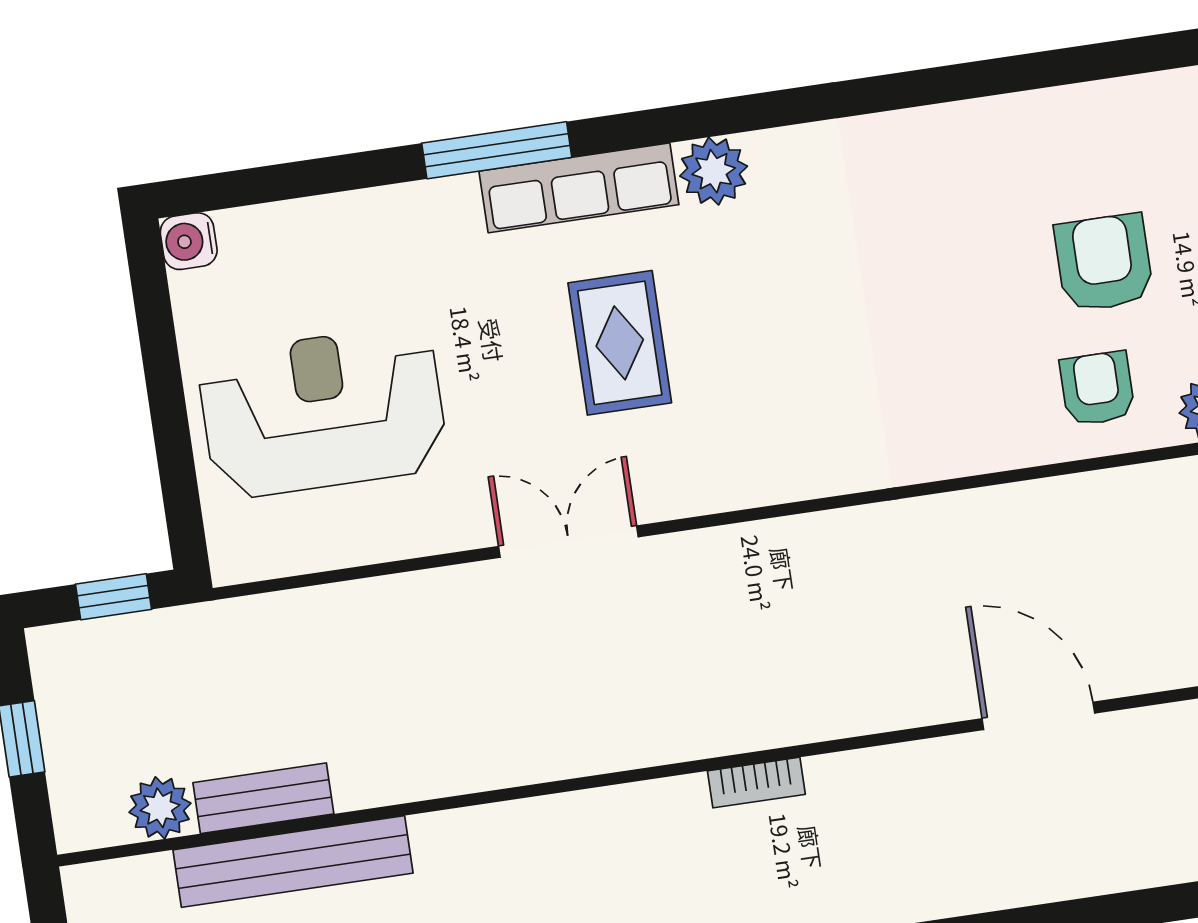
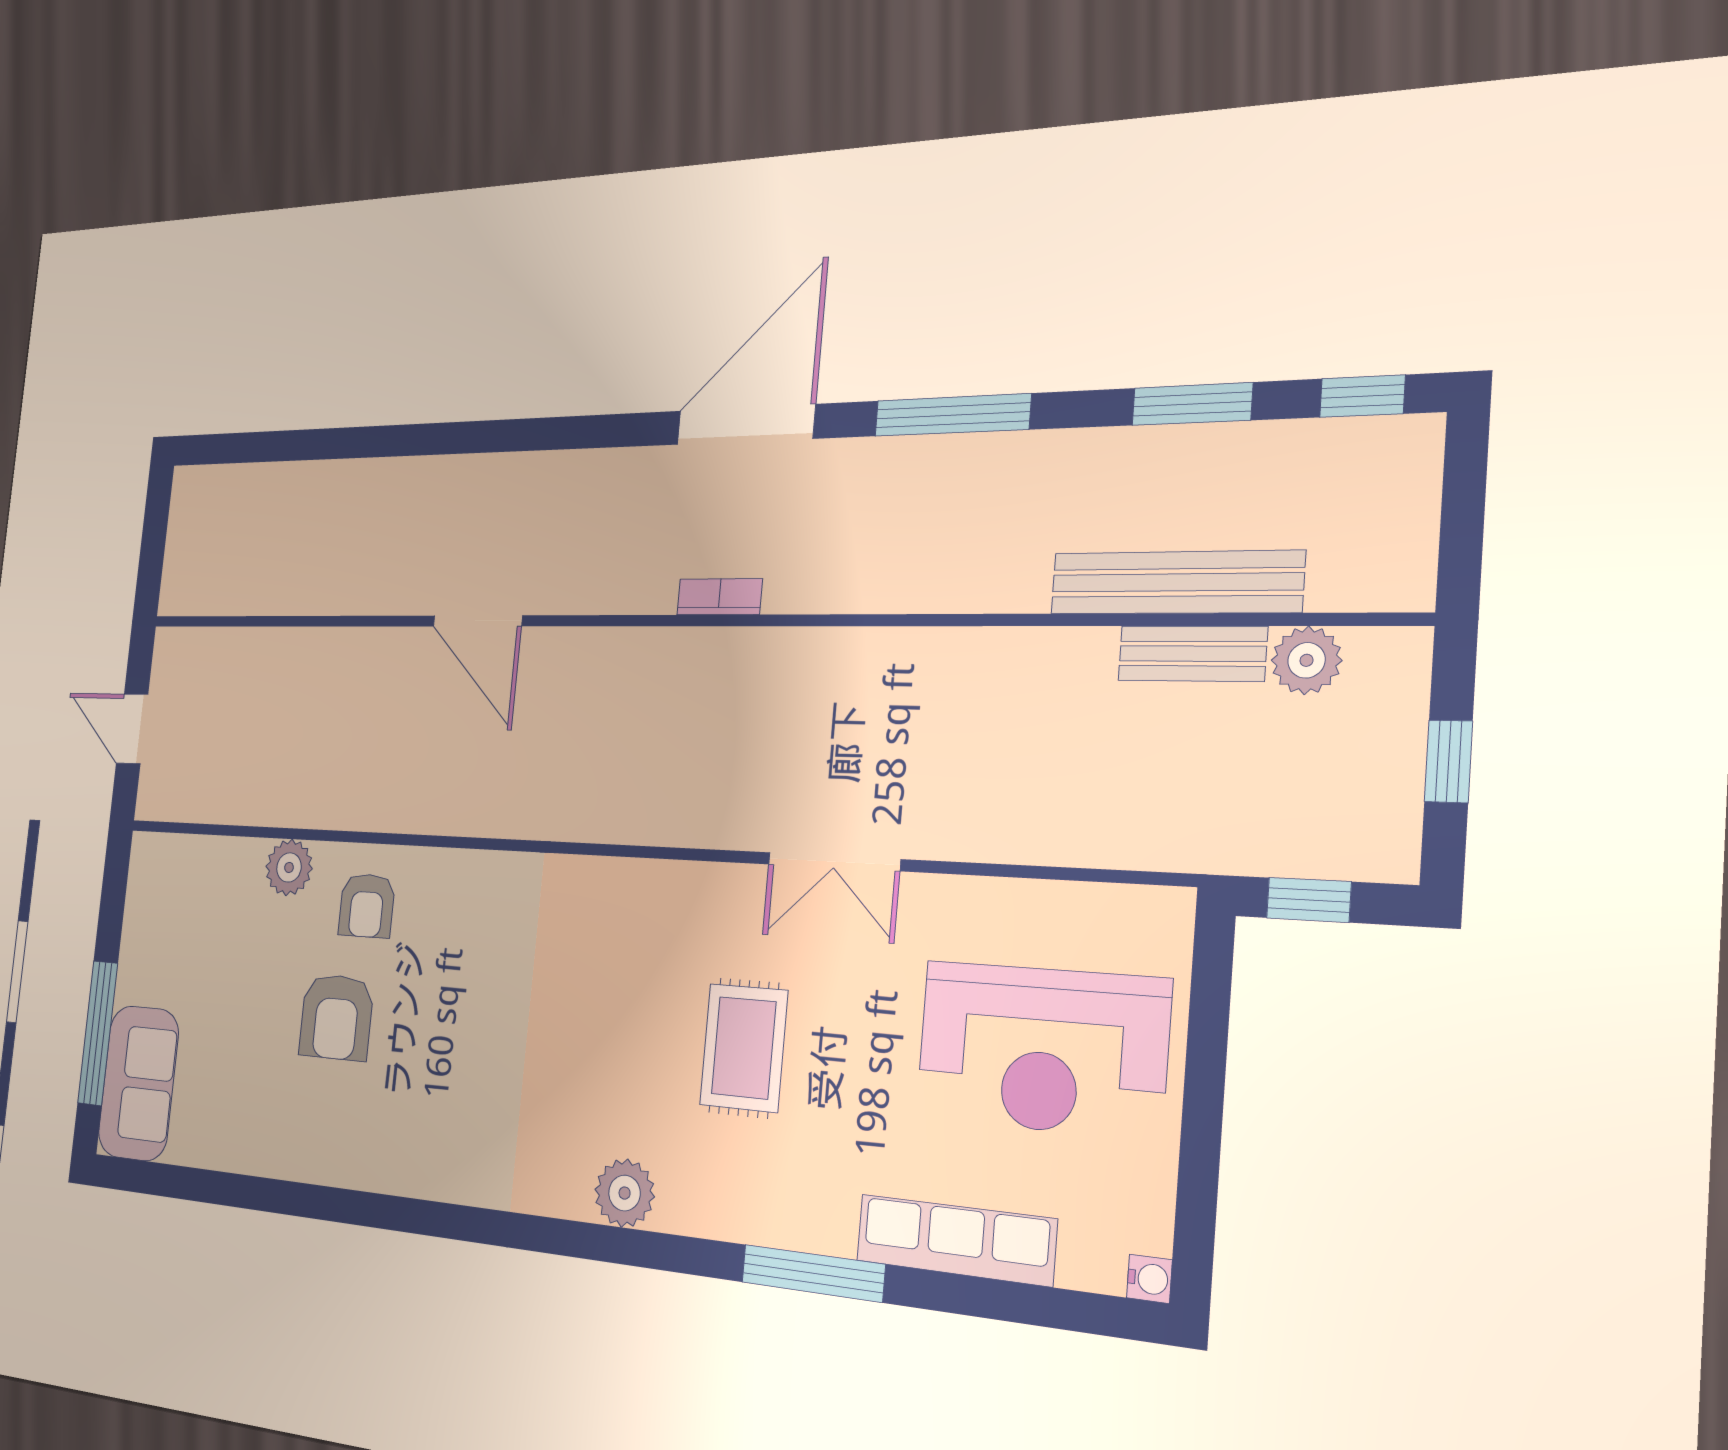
row of seats: (579, 188) -> (956, 1240), moved
water cooler: (189, 241) -> (1149, 1279), width x0.72, depth x0.72

